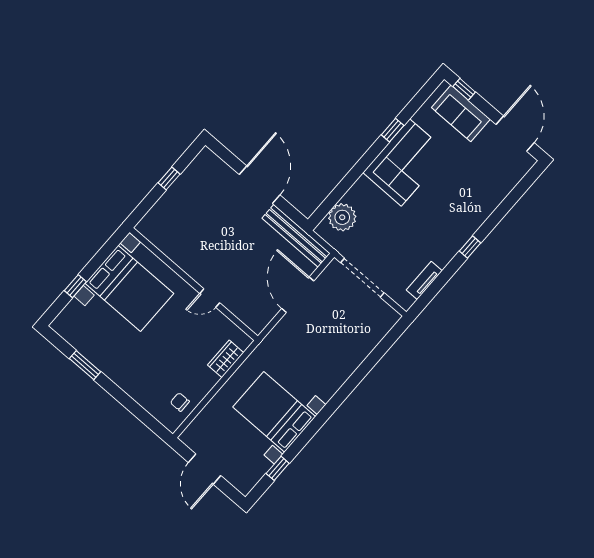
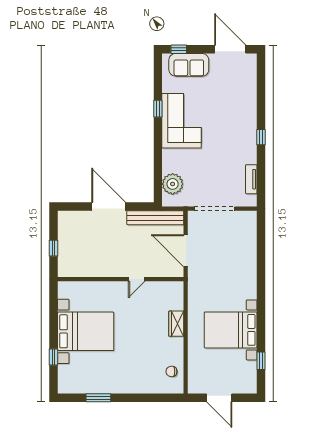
wall: (194, 284) -> (121, 279), moved
door: (210, 298) -> (137, 279), moved

